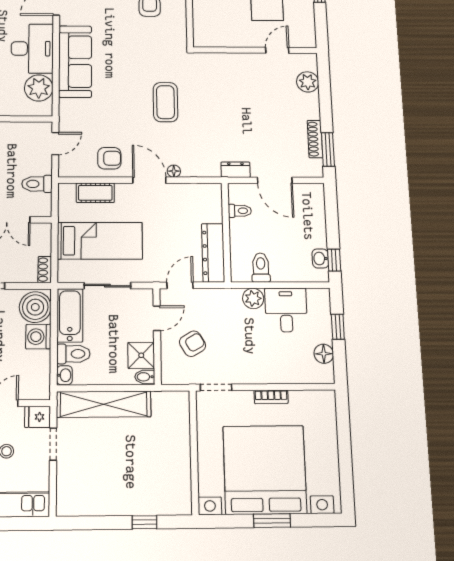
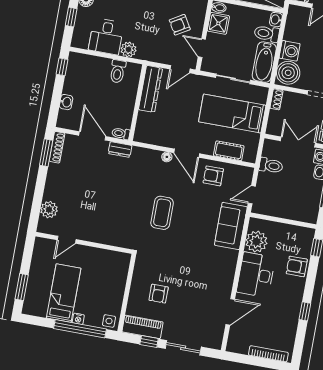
sofa: (75, 62) -> (231, 226), moved, width x0.73
shoe rack: (315, 139) -> (57, 147), moved
toilet: (240, 211) -> (121, 134), moved
washbasin: (320, 259) -> (66, 102), moved
door: (157, 318) -> (202, 48), hinge flipped

